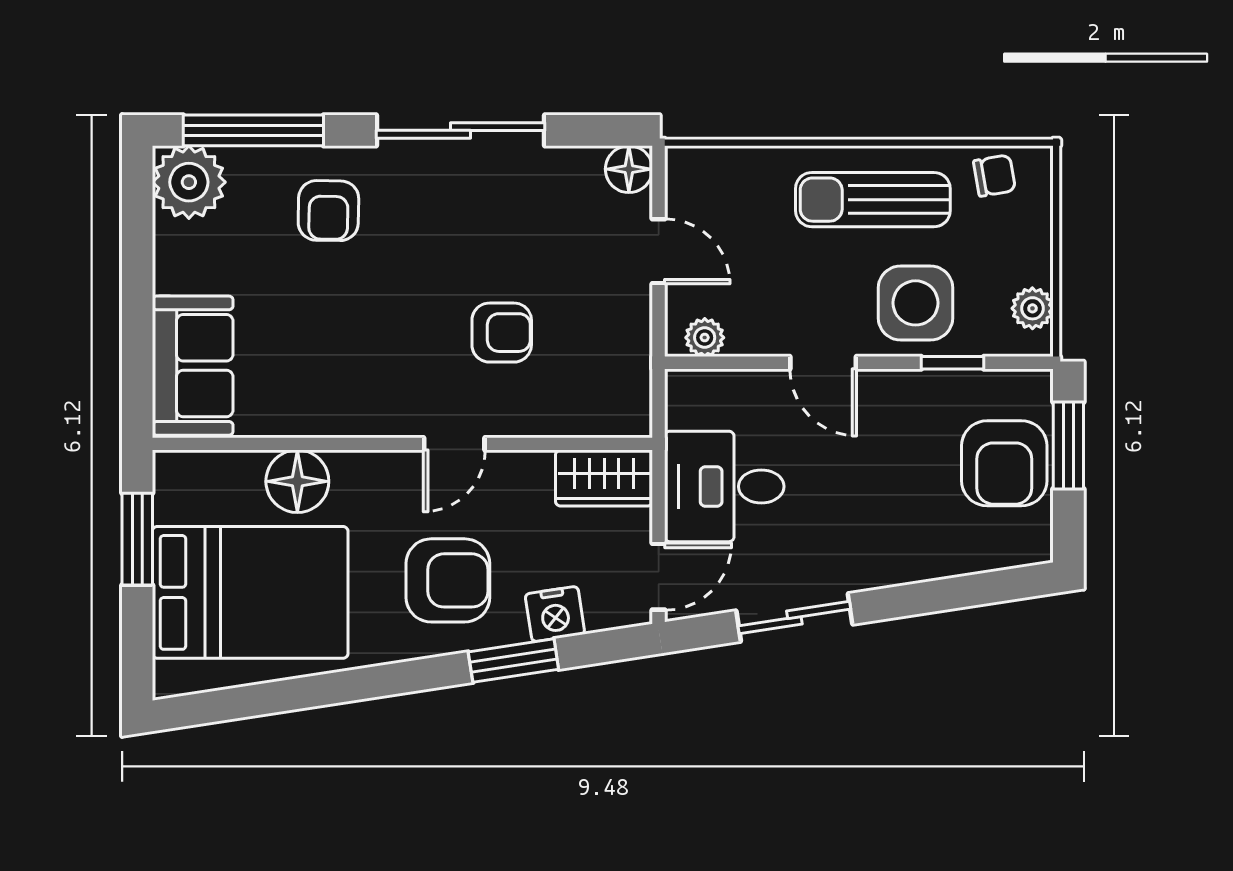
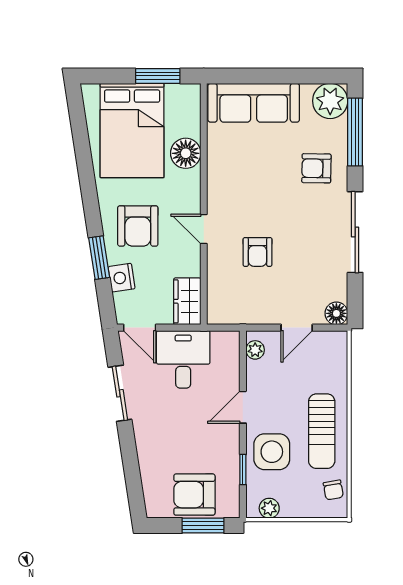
sun lounger: (873, 200) -> (322, 431), turned 180
sofa: (193, 366) -> (254, 103), width x1.36

